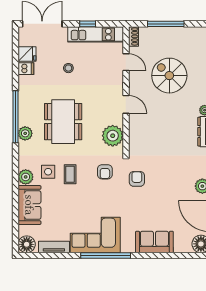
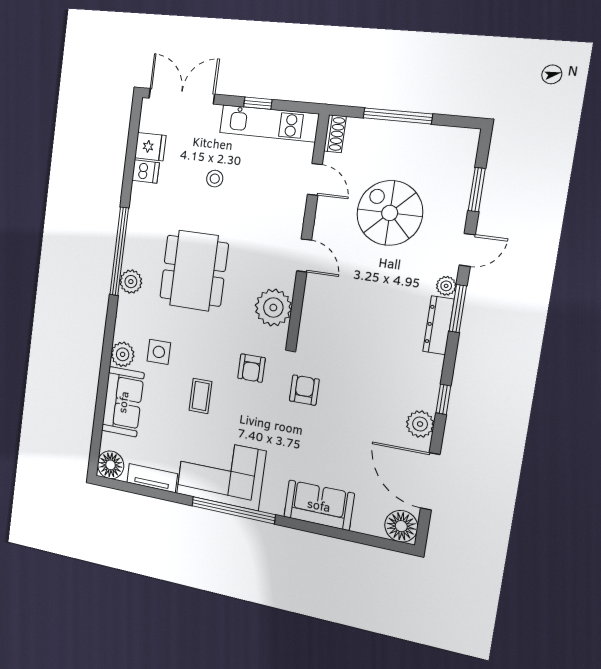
coffee table: (70, 174) -> (200, 396), moved

